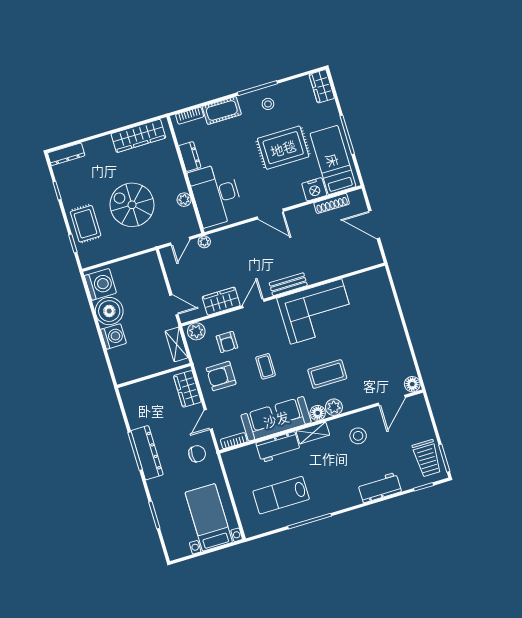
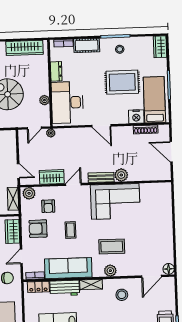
plant: (315, 274) -> (121, 175), added
floor lamp: (318, 413) -> (98, 272), removed
locker: (242, 455) -> (38, 287), added

